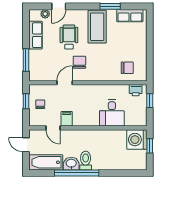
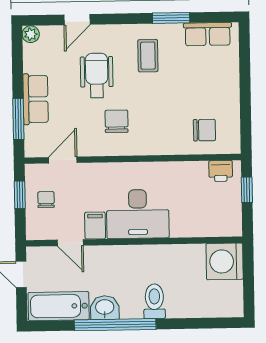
plant: (45, 14) -> (31, 34), moved
coffee table: (97, 27) -> (148, 56), width x0.54, depth x0.58
row of seats: (35, 35) -> (36, 99), moved
door: (65, 83) -> (63, 160), moved
desk: (112, 113) -> (138, 214), moved, width x1.37
window: (150, 146) -> (248, 273), removed
toilet: (86, 161) -> (154, 301), moved

